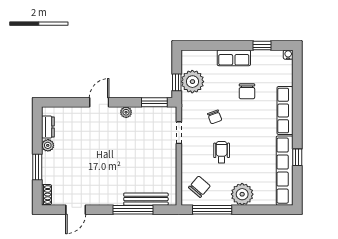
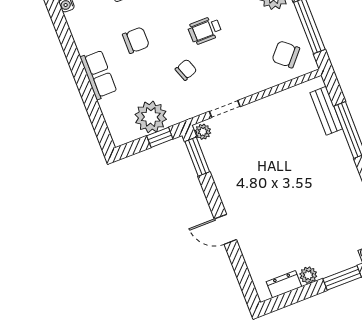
window: (262, 46) -> (68, 44), removed
plant: (126, 112) -> (203, 132), moved
wheelchair: (222, 152) -> (205, 30), moved
bench: (146, 199) -> (326, 111), width x0.73

